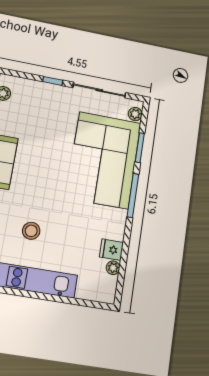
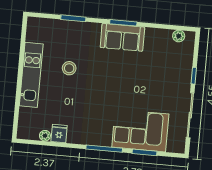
plant: (135, 114) -> (173, 147), removed
corner sofa: (104, 160) -> (140, 131), width x0.73, depth x0.74

